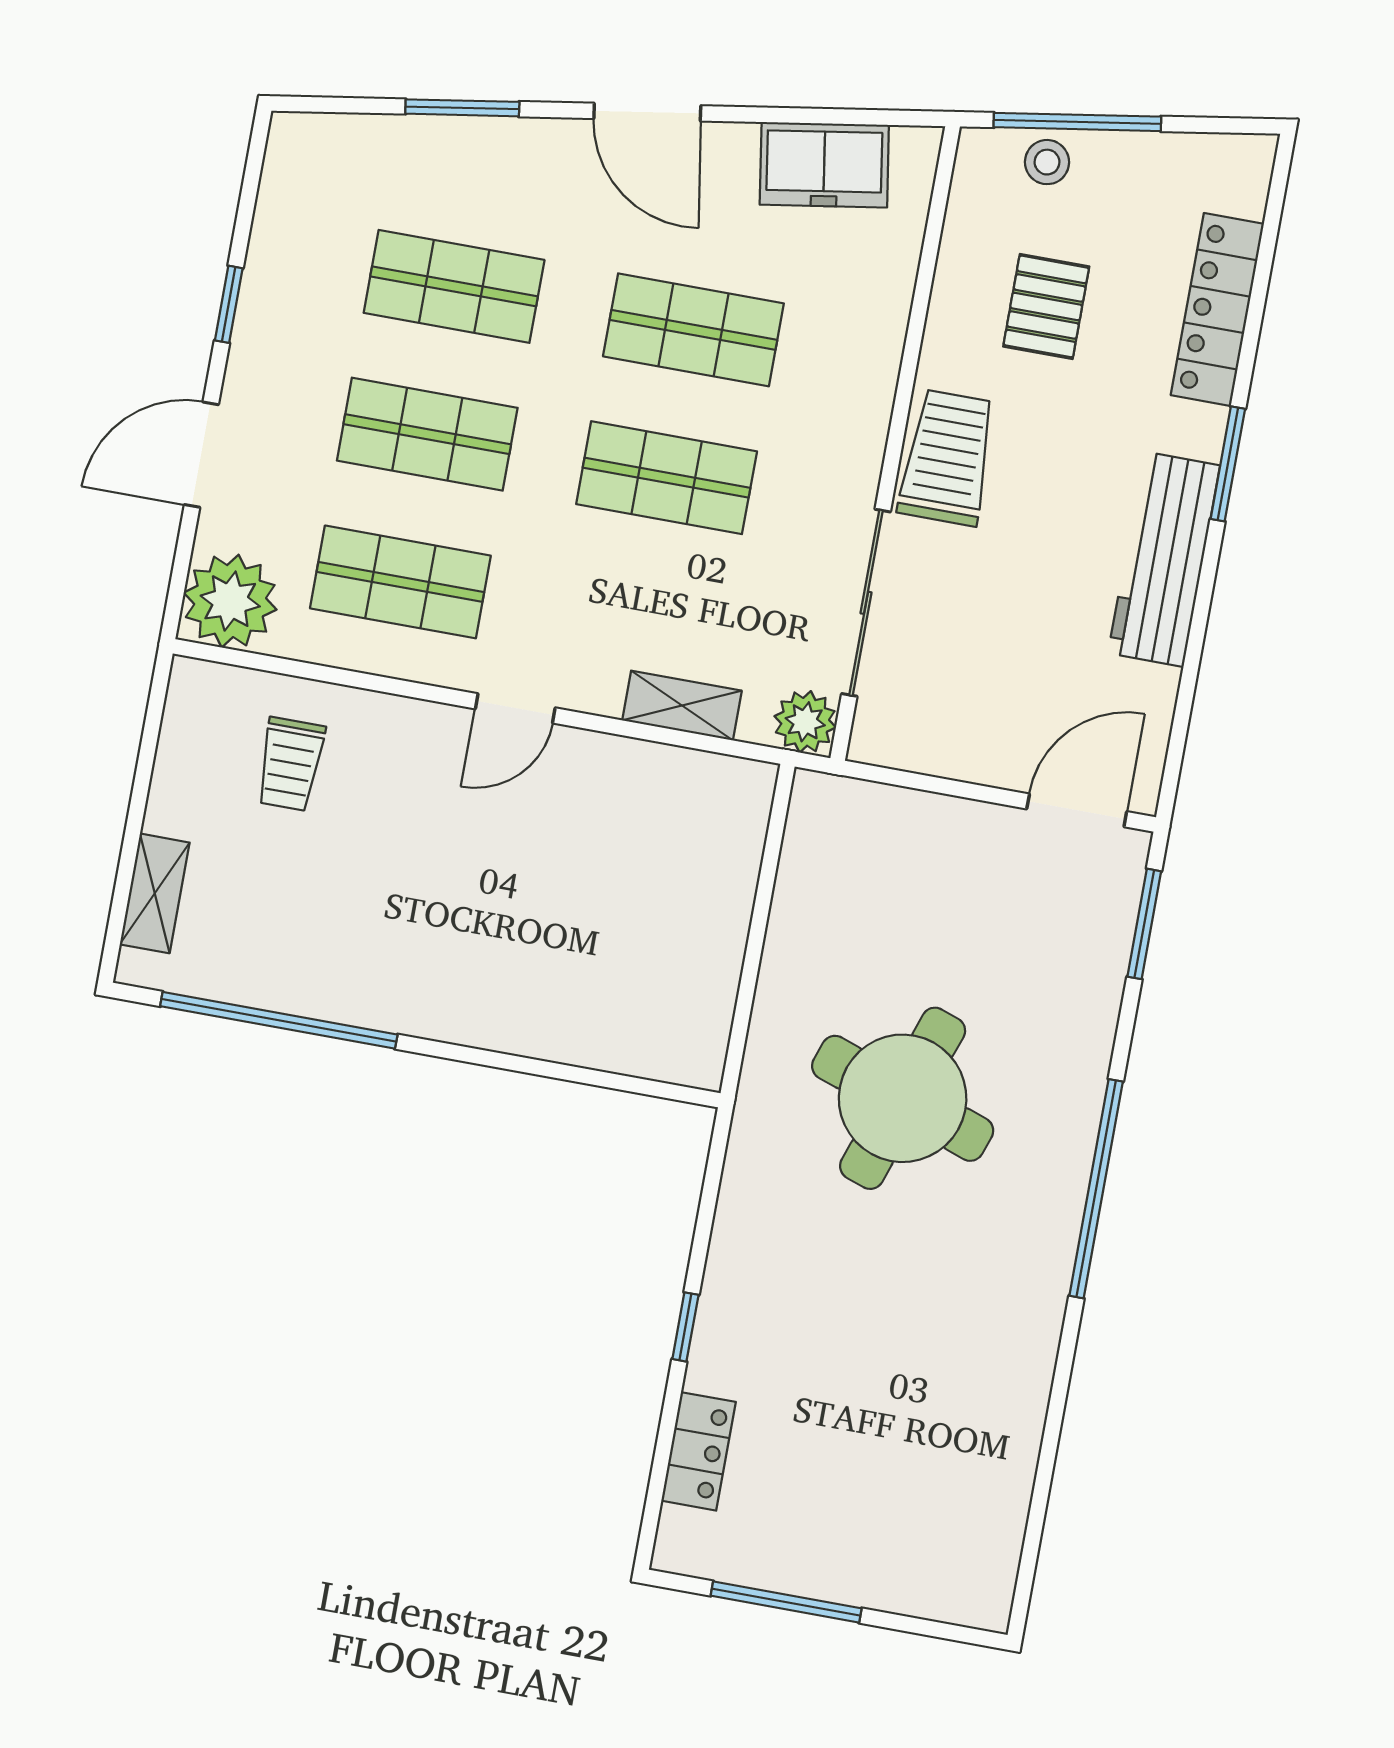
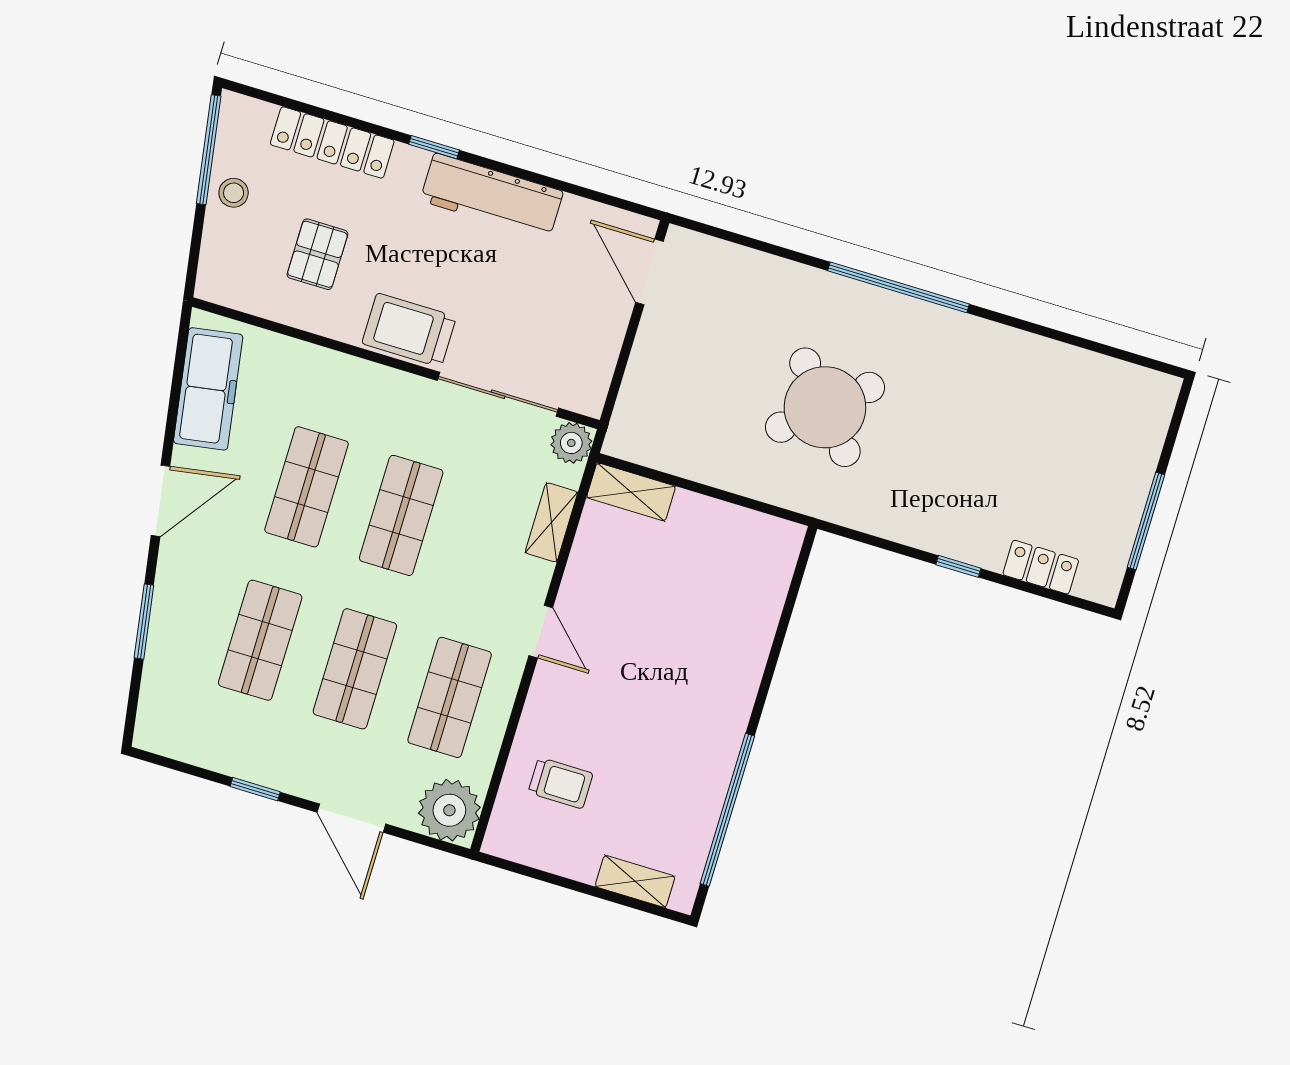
window: (1077, 122) -> (209, 150), moved
stool: (1047, 162) -> (234, 193), moved
freezer: (824, 165) -> (208, 389), width x1.40
pallet: (1046, 306) -> (317, 254), turned 90
window: (1228, 464) -> (434, 147), width x0.67
shelving: (742, 820) -> (631, 492), added
window: (1144, 924) -> (729, 236), removed
round table: (903, 1098) -> (825, 407), turned 30

